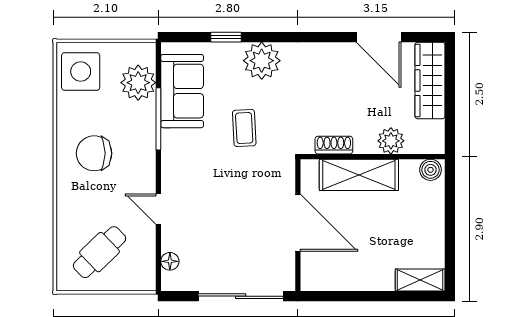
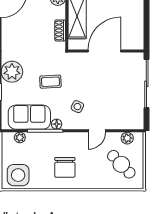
plant: (138, 83) -> (20, 137), width x0.53, depth x0.53
side table: (201, 175) -> (77, 107), added
floor lamp: (170, 261) -> (57, 124), moved
plant: (145, 263) -> (127, 138), added

